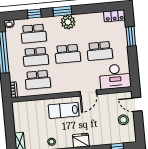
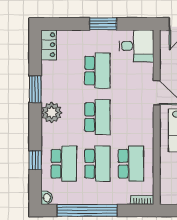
window: (62, 11) -> (35, 89), moved
window: (131, 36) -> (103, 24), moved
desk: (115, 76) -> (136, 46), width x0.73

